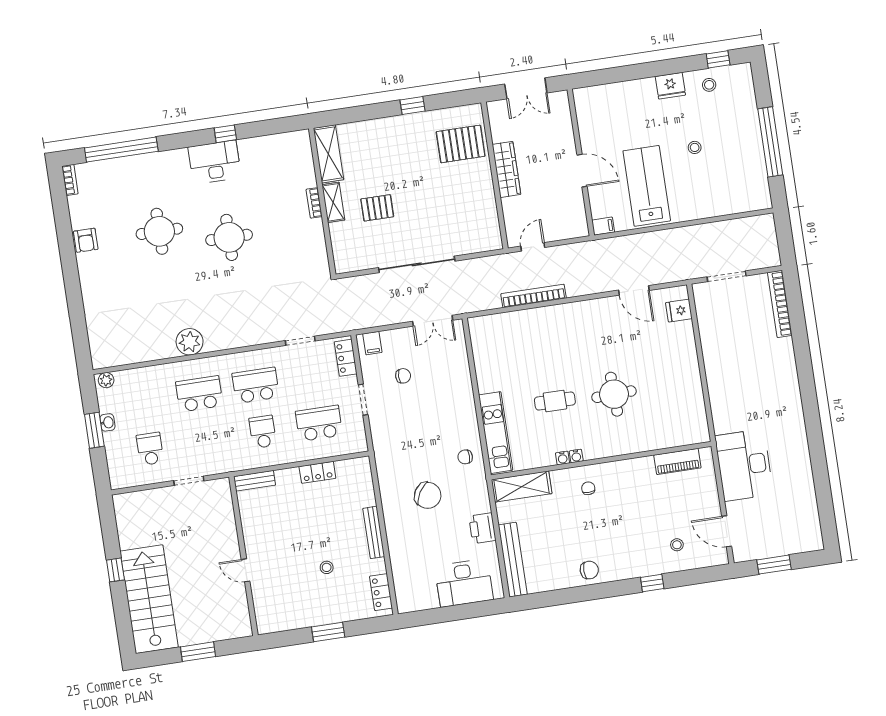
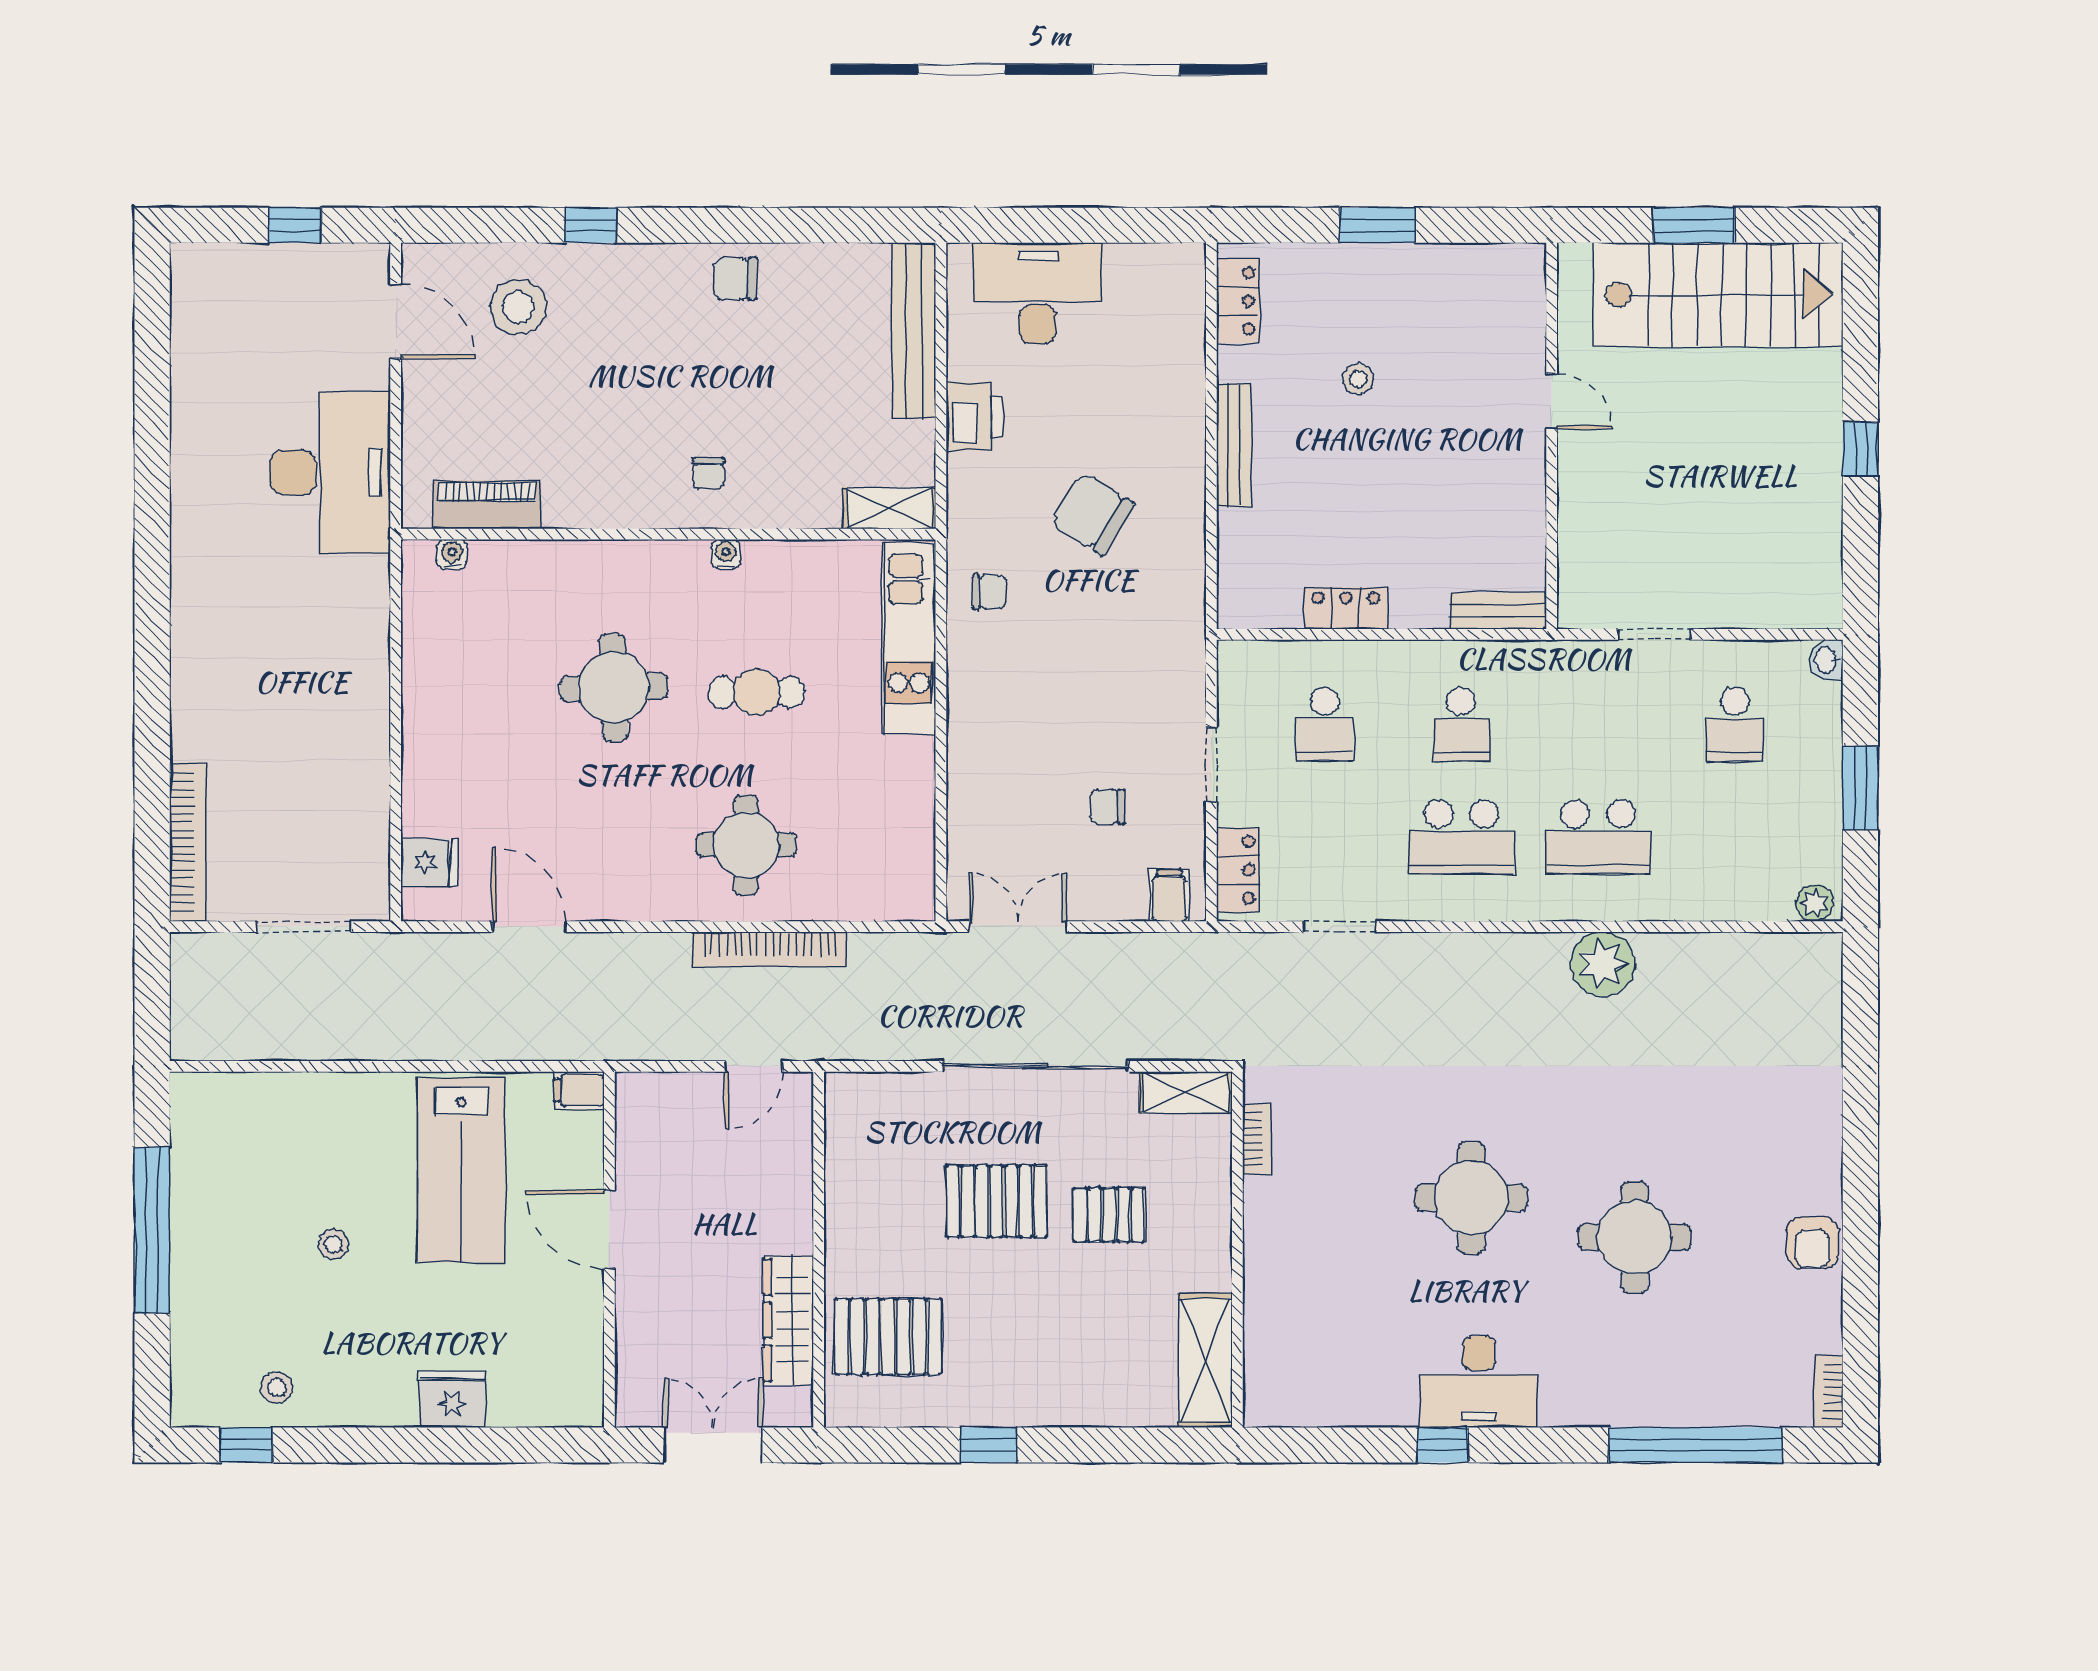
fridge: (670, 86) -> (452, 1399), moved
wardrobe: (506, 169) -> (788, 1320), moved
shelving: (333, 202) -> (1186, 1092), moved, turned 90
bookcase: (314, 203) -> (1257, 1139), moved
pallet: (424, 206) -> (997, 1201), added
armchair: (86, 240) -> (1813, 1242), turned 180
round table: (550, 338) -> (746, 845), added
washbasin: (107, 422) -> (1827, 660), moved
school desk: (319, 423) -> (1325, 724), width x0.54
water cooler: (563, 458) -> (452, 554), moved
shelving: (522, 487) -> (889, 508), width x0.67, depth x0.75
stool: (677, 545) -> (518, 307), width x1.89, depth x1.89
window: (774, 565) -> (295, 225), width x0.67
stairs: (149, 599) -> (1718, 295), moved, turned -90

